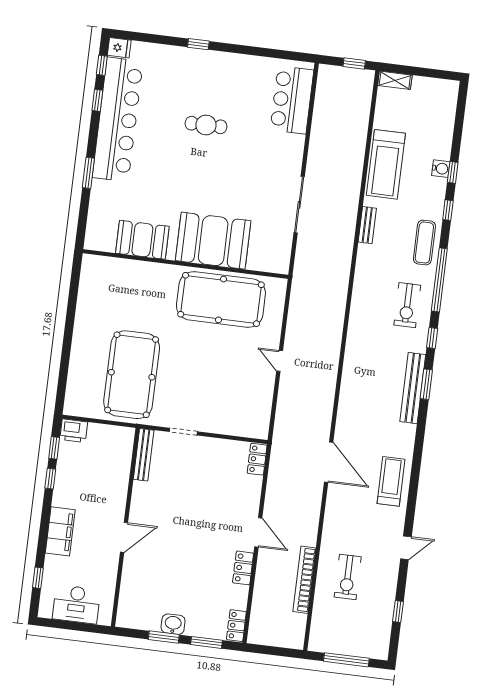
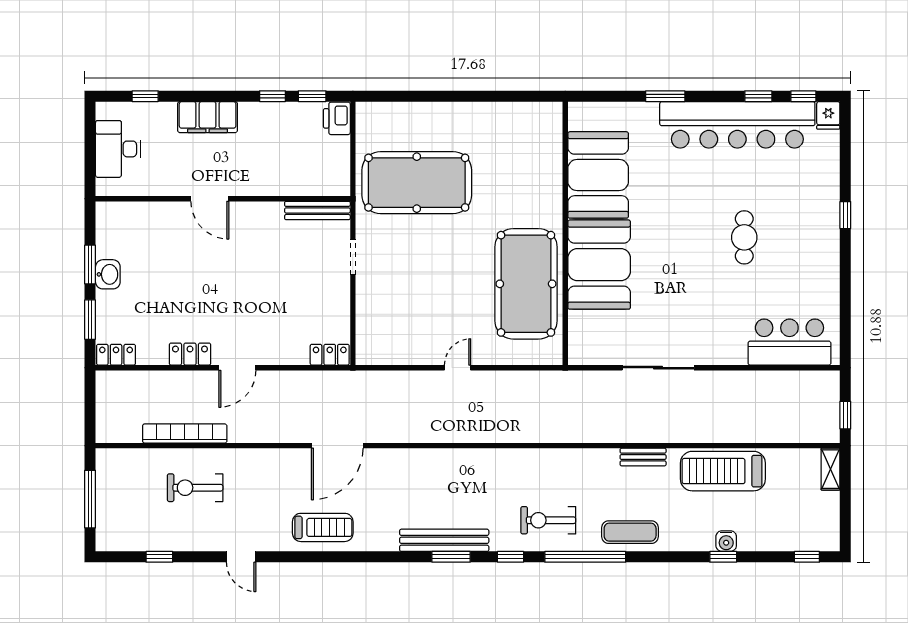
window: (448, 210) -> (807, 557), moved
booth: (142, 240) -> (598, 175), width x1.36, depth x1.42

